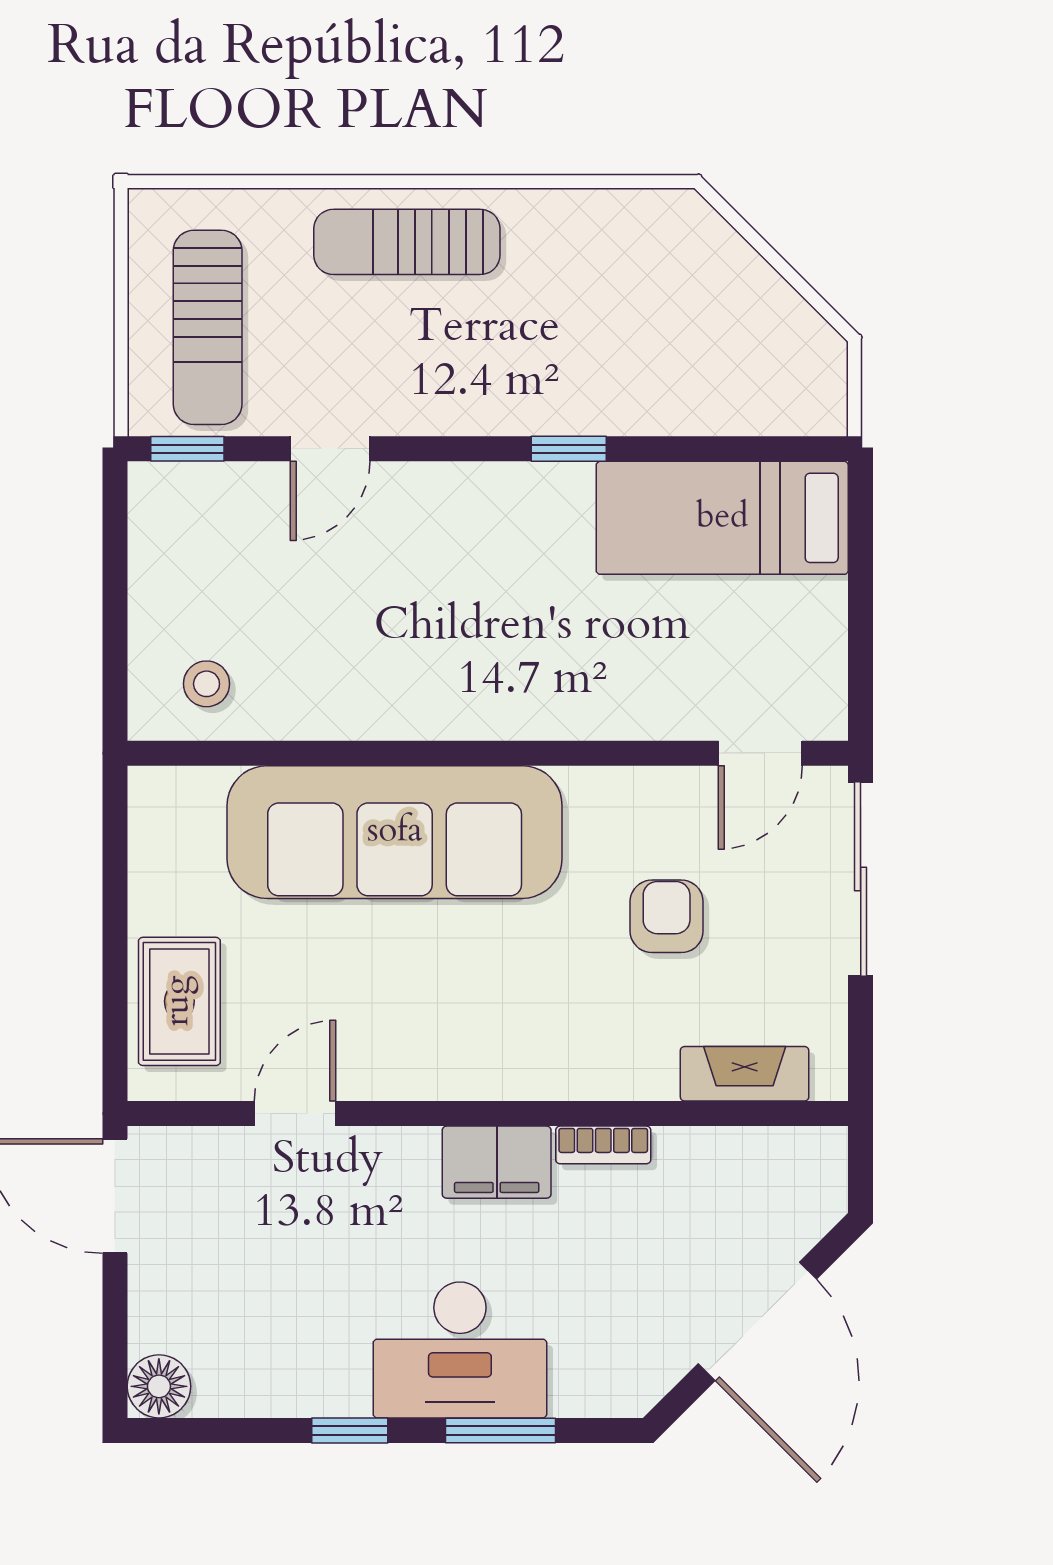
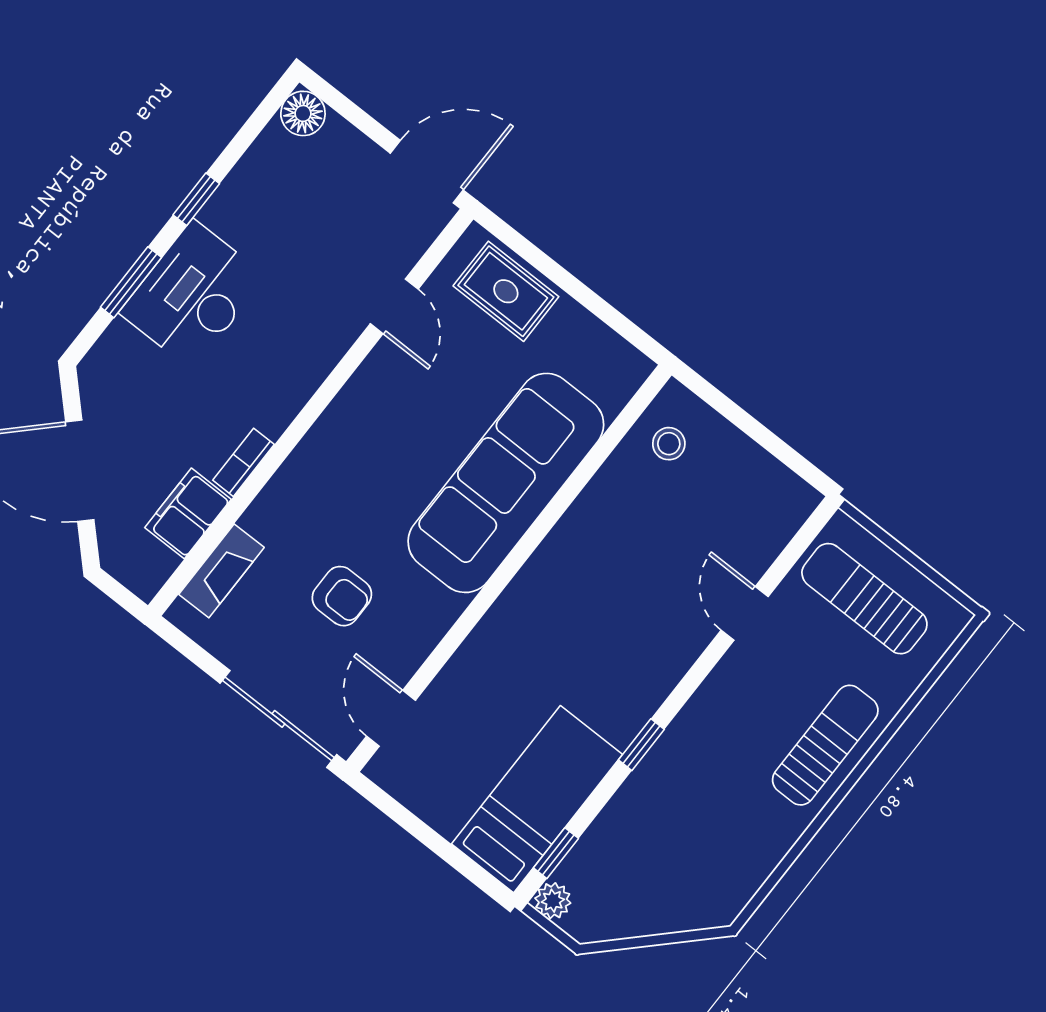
plant: (822, 410) -> (553, 901), added
window: (187, 449) -> (556, 853), moved
filing cabinet: (497, 1162) -> (188, 513), moved

